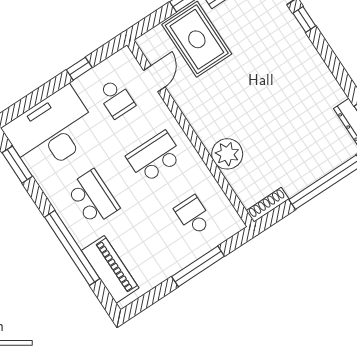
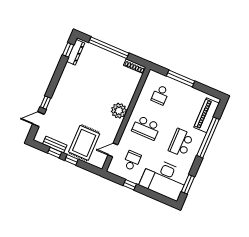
plant: (227, 154) -> (119, 111), moved

